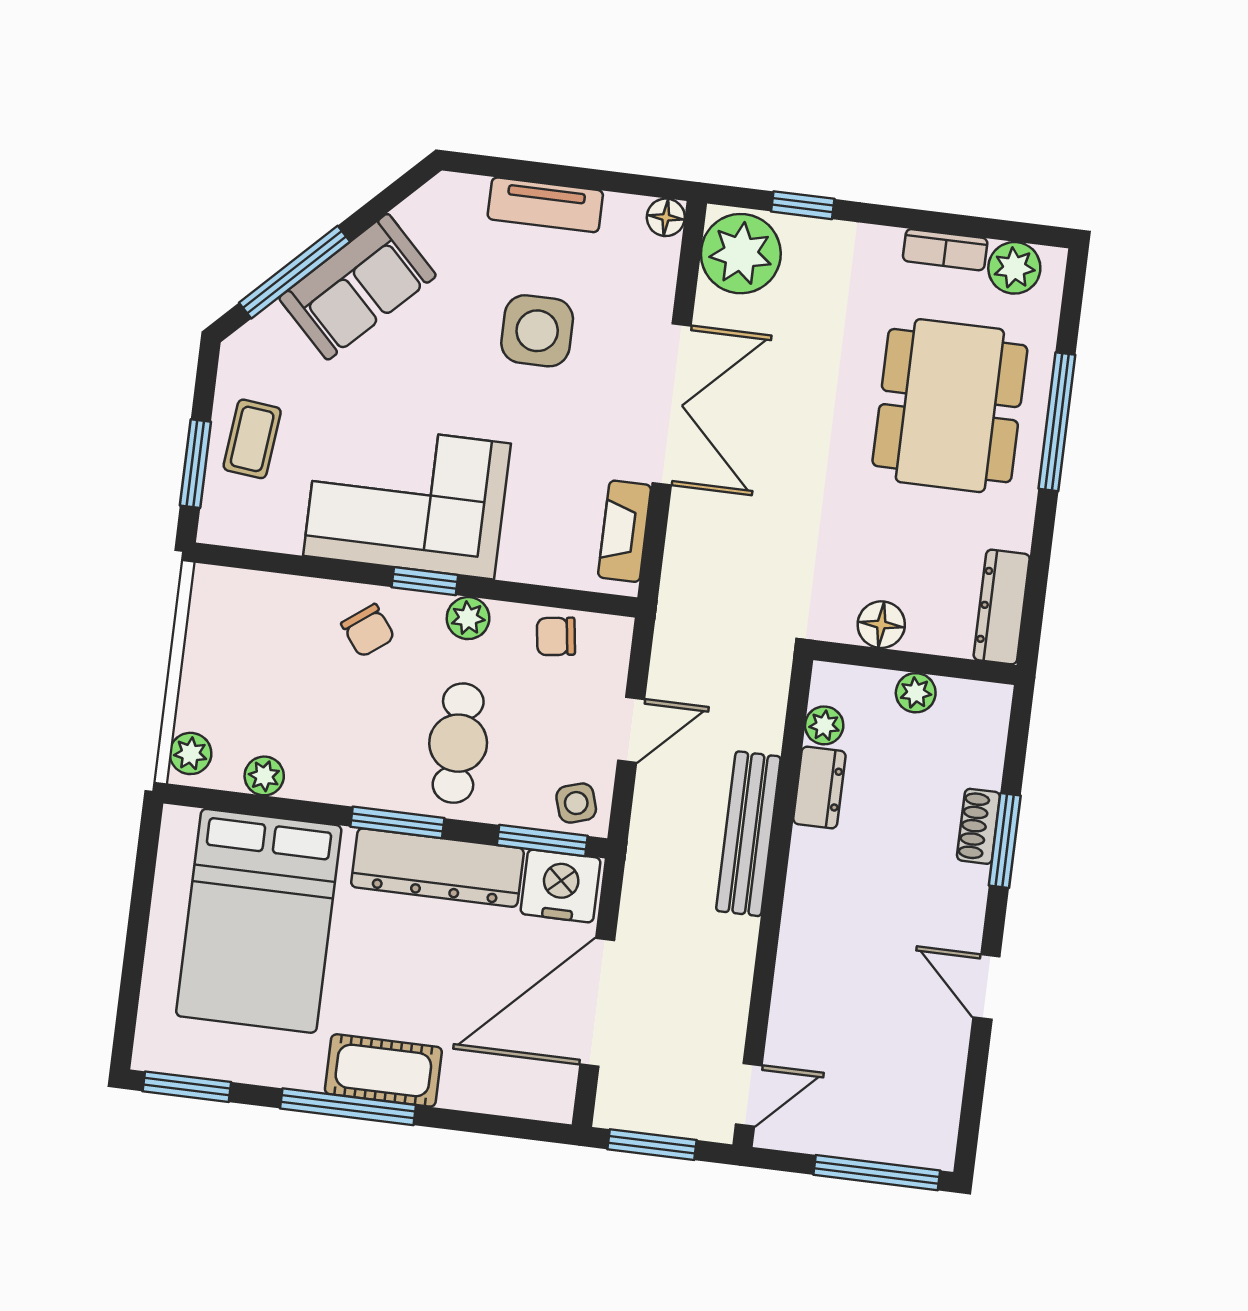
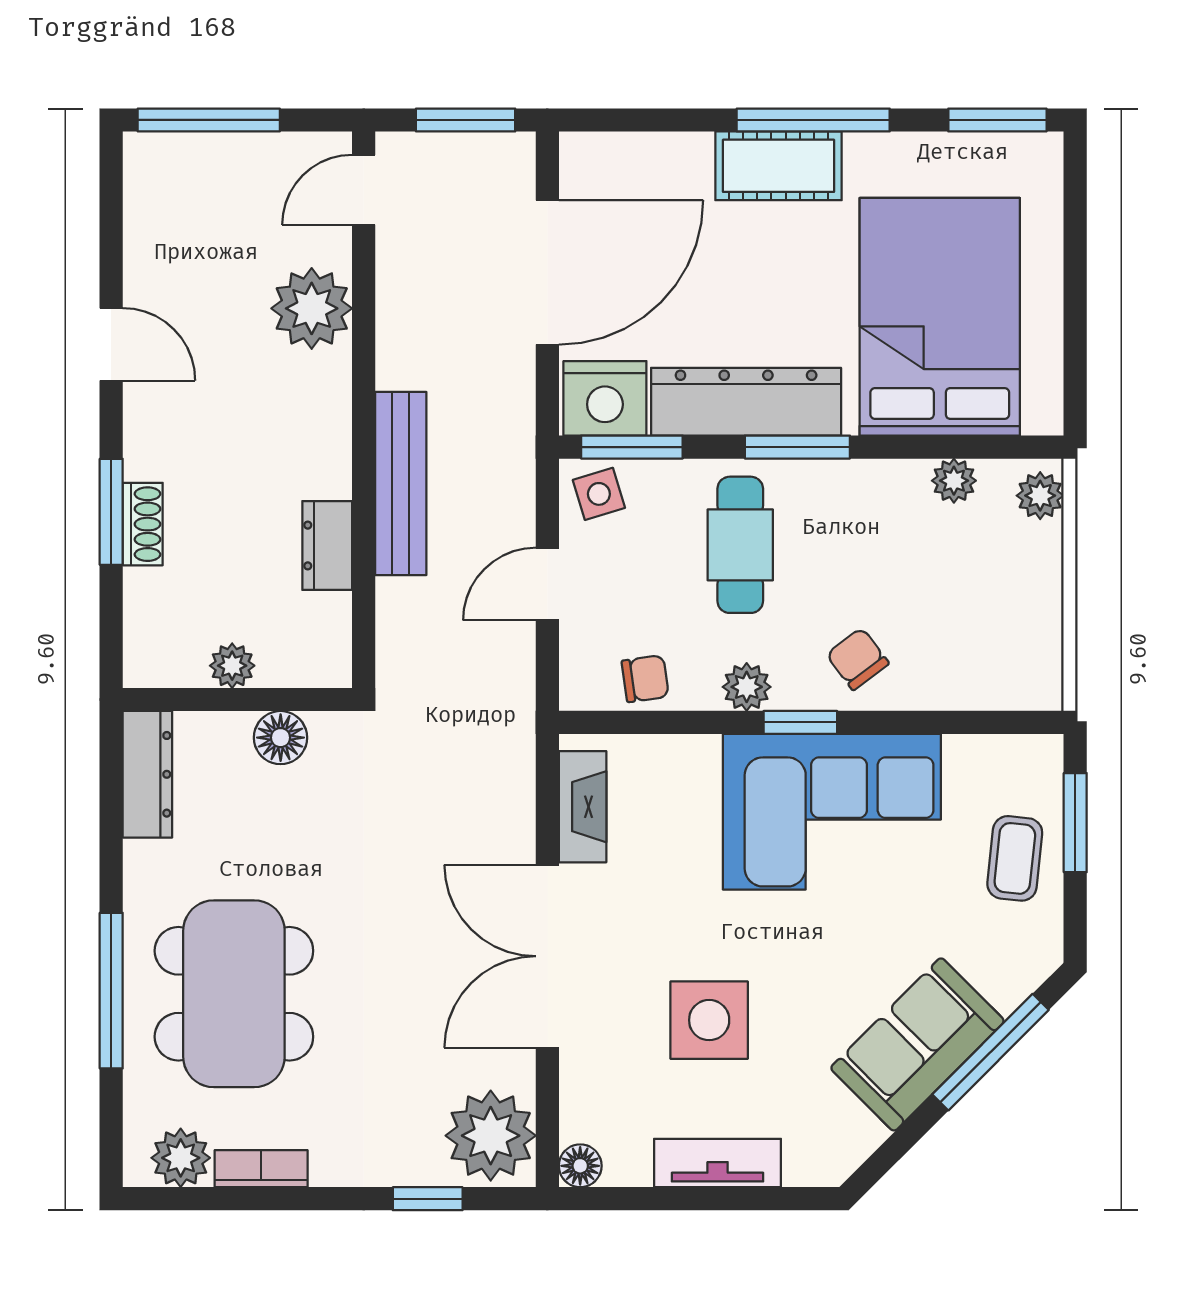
plant: (824, 725) -> (312, 308), moved, width x1.87, depth x1.87

